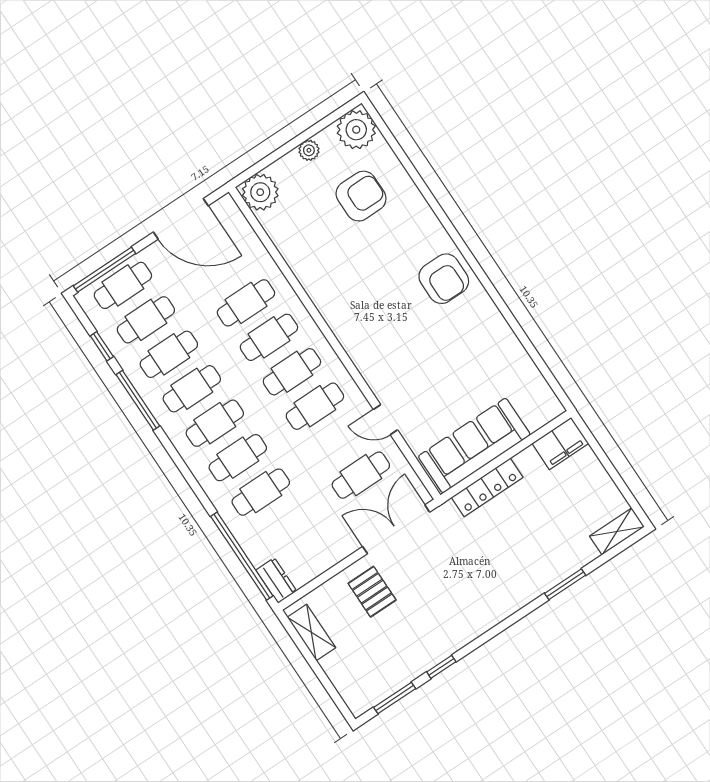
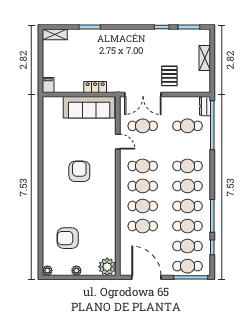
plant: (356, 130) -> (47, 271), width x0.53, depth x0.53
armchair: (444, 279) -> (79, 171), moved
filing cabinet: (560, 443) -> (48, 85), width x0.50
locker: (487, 487) -> (95, 87), width x0.66
cafe table: (261, 492) -> (188, 126), moved
shelving: (311, 632) -> (205, 58), moved

